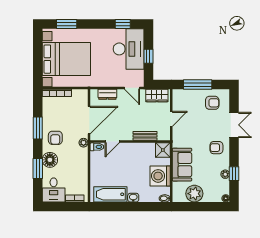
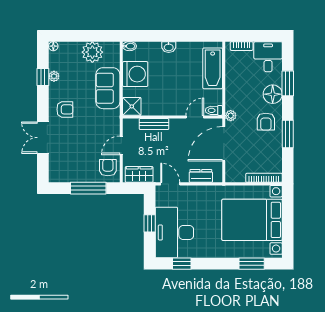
armchair: (212, 103) -> (108, 168), moved, turned 90
armchair: (55, 138) -> (266, 122), turned 180
bathtub: (110, 194) -> (213, 68), moved, turned 90

